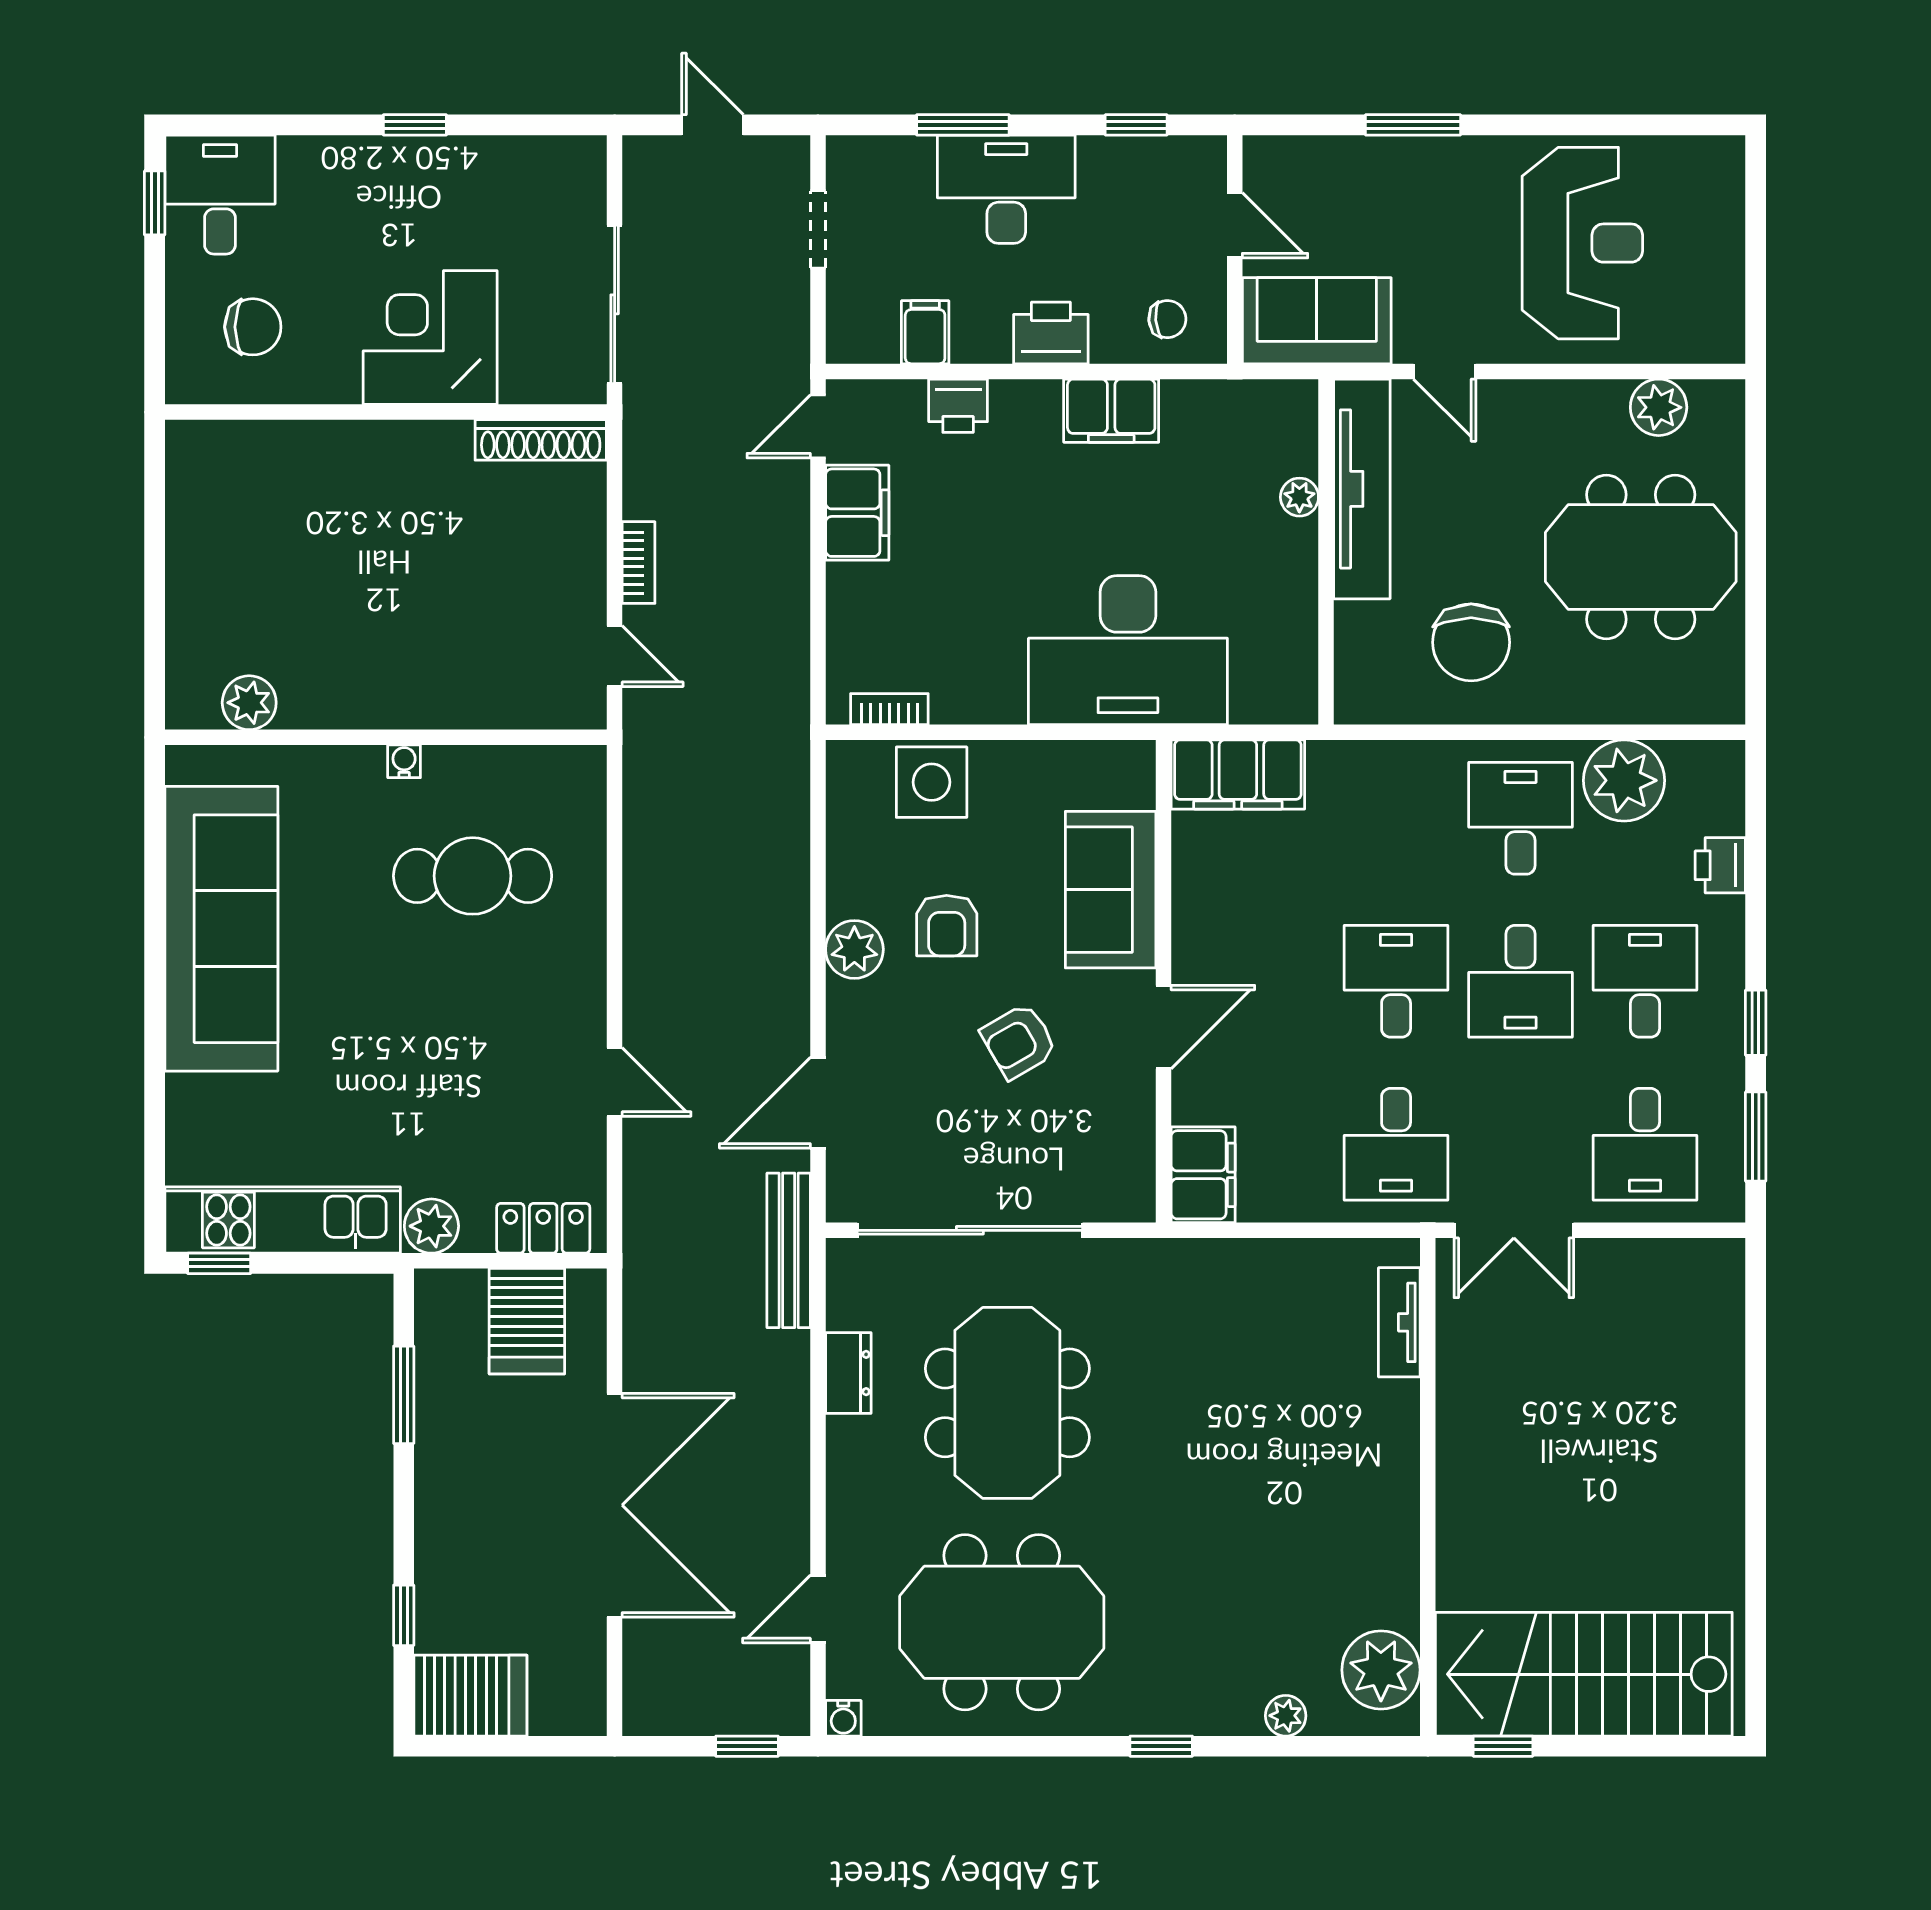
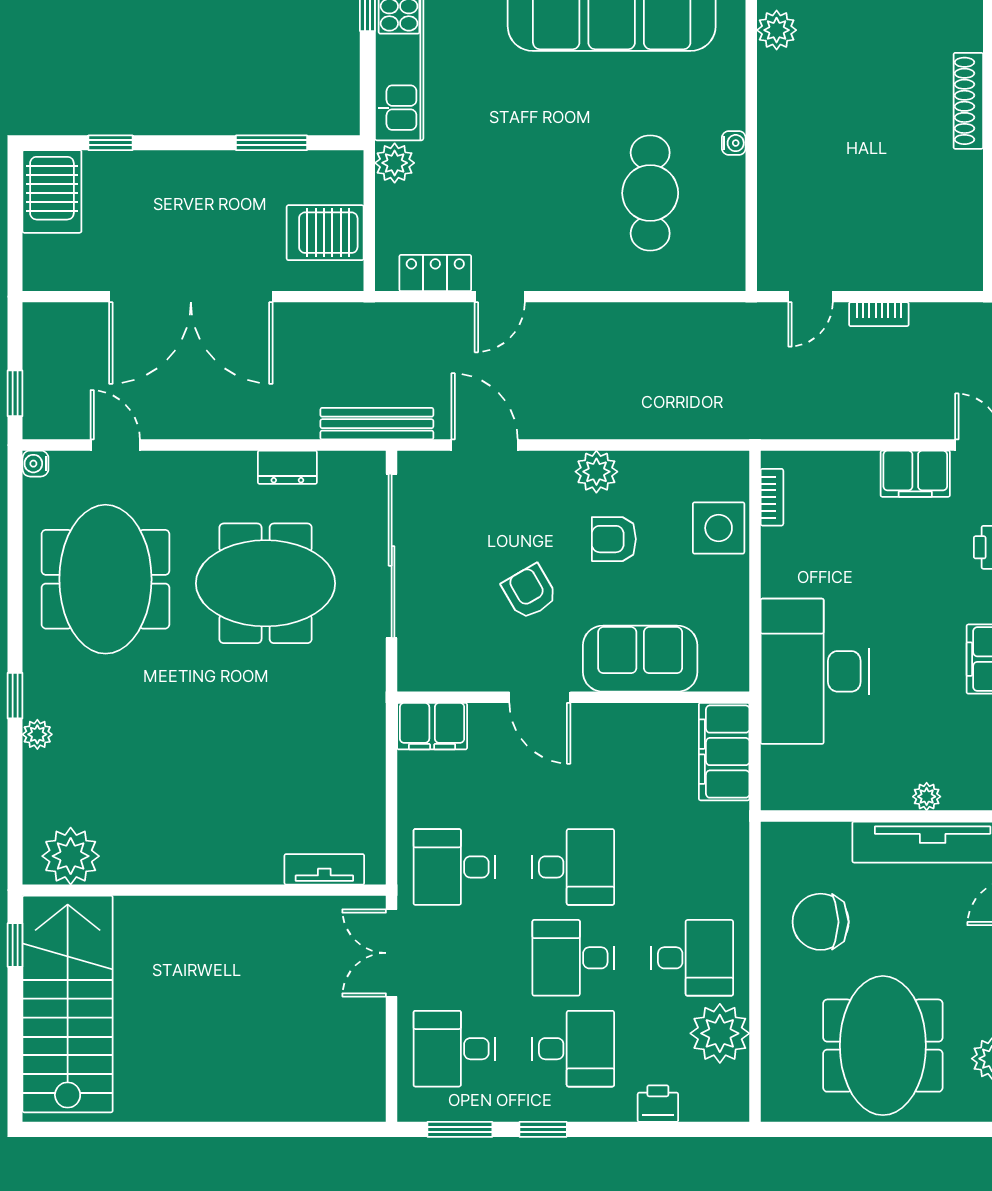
shoe rack: (541, 440) -> (968, 101), moved
locker: (543, 1228) -> (435, 273), moved, turned -90
plant: (1286, 1716) -> (37, 734), moved

